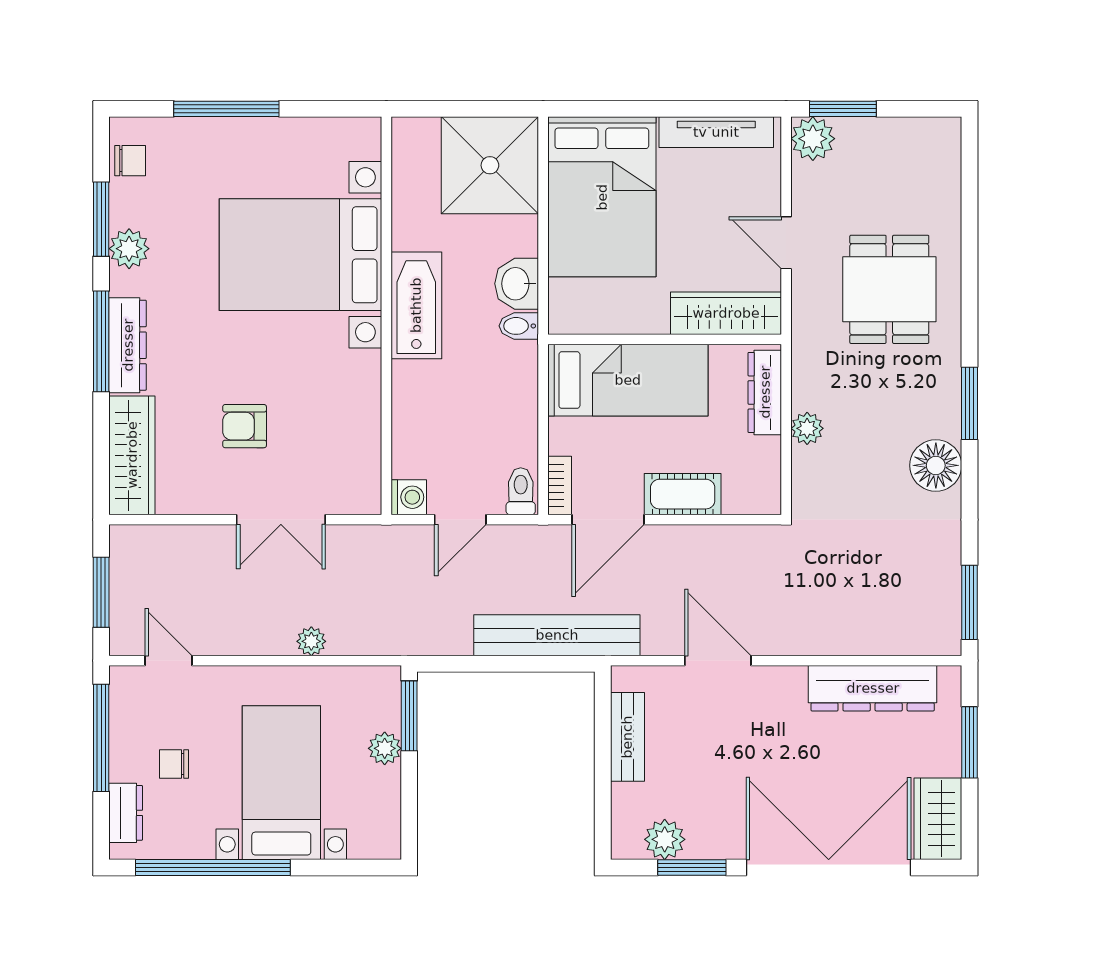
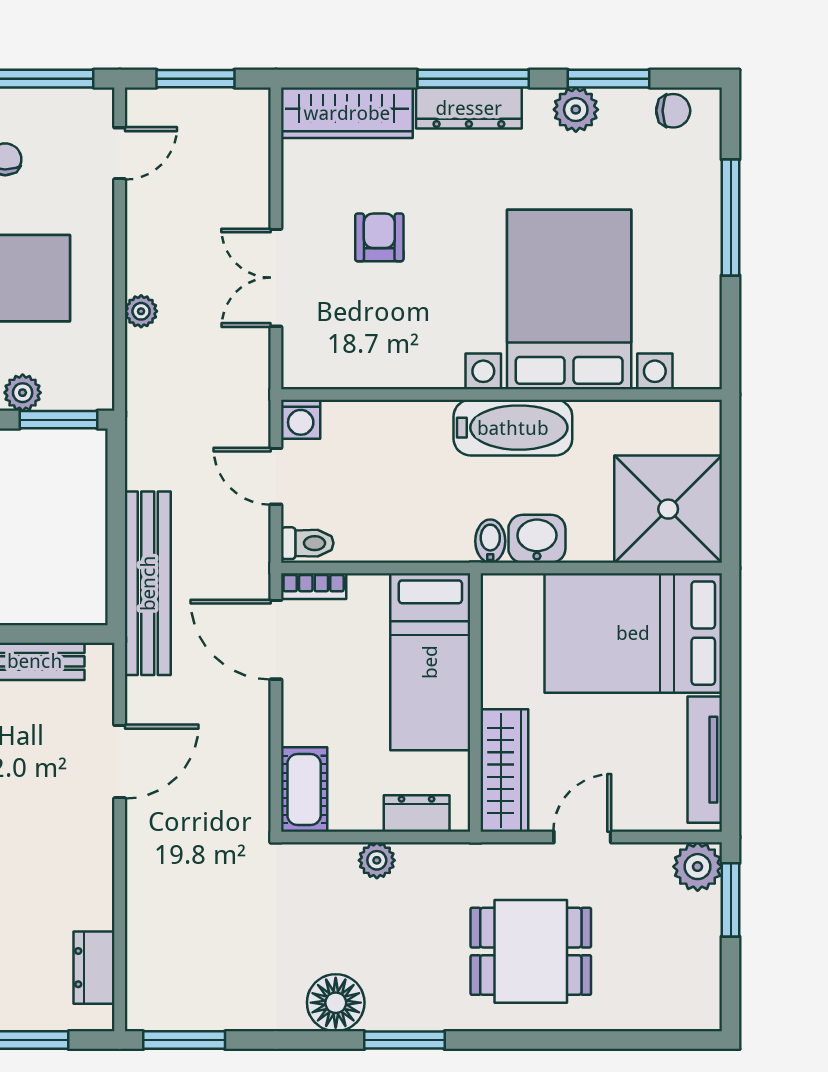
chair: (130, 161) -> (673, 111), turned -90
dresser: (765, 392) -> (417, 813), width x0.70
cot: (683, 494) -> (304, 789), moved
dresser: (873, 688) -> (94, 968), width x0.51, depth x0.80

